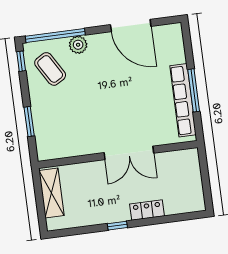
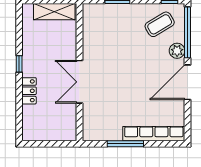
door: (131, 25) -> (188, 82), moved
row of seats: (183, 100) -> (154, 134), moved

